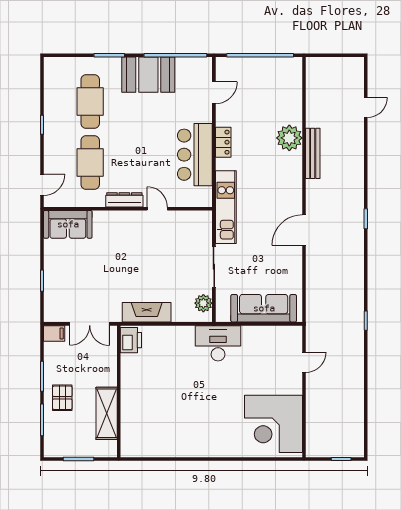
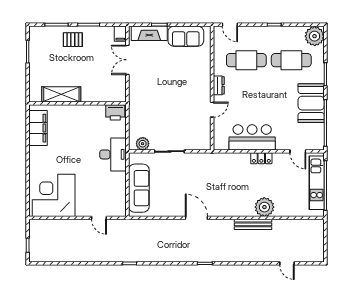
plant: (58, 70) -> (315, 36), added
dresser: (124, 200) -> (219, 85), width x0.70
kitchen unit: (226, 207) -> (317, 183), moved, turned 90
sofa: (68, 224) -> (186, 36), moved, turned -90
fireplace: (147, 312) -> (149, 33), moved, turned 90
printer: (131, 340) -> (115, 112), moved
wall: (119, 391) -> (77, 103), moved
shelving: (107, 413) -> (61, 94), moved
filing cabinet: (182, 445) -> (38, 128), added

